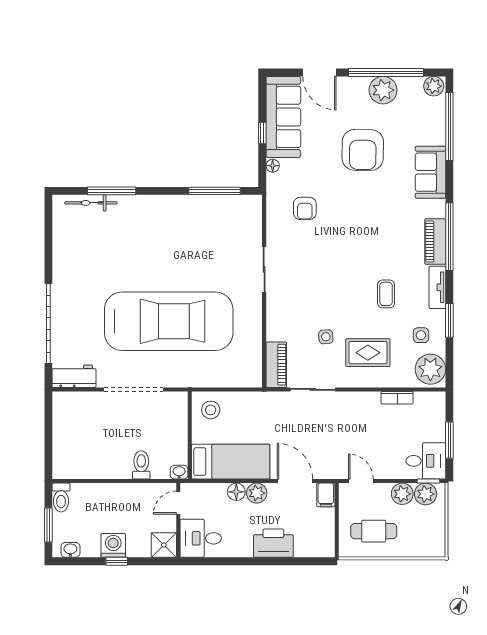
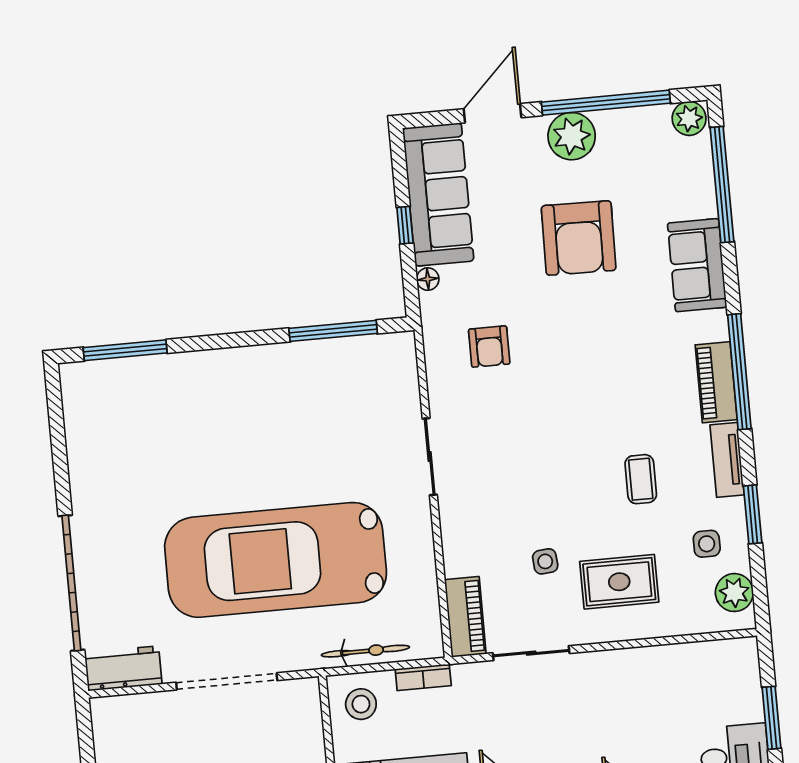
door: (319, 72) -> (493, 113), swing flipped
plant: (383, 90) -> (572, 136), moved
window: (112, 191) -> (125, 350), moved
bicycle: (91, 203) -> (365, 651), moved, turned 180
car: (169, 321) -> (276, 560), turned 180
plant: (430, 369) -> (734, 593), width x0.73, depth x0.73
bookcase: (397, 398) -> (423, 677), moved

